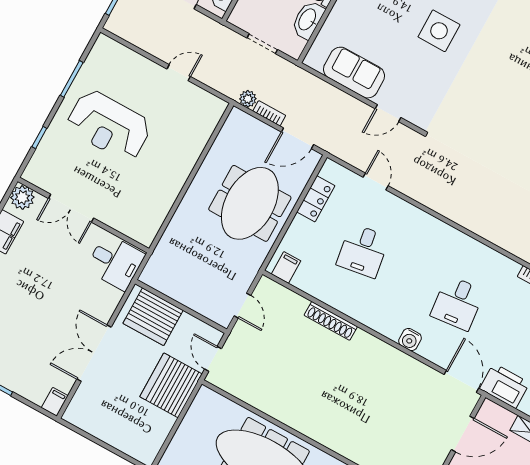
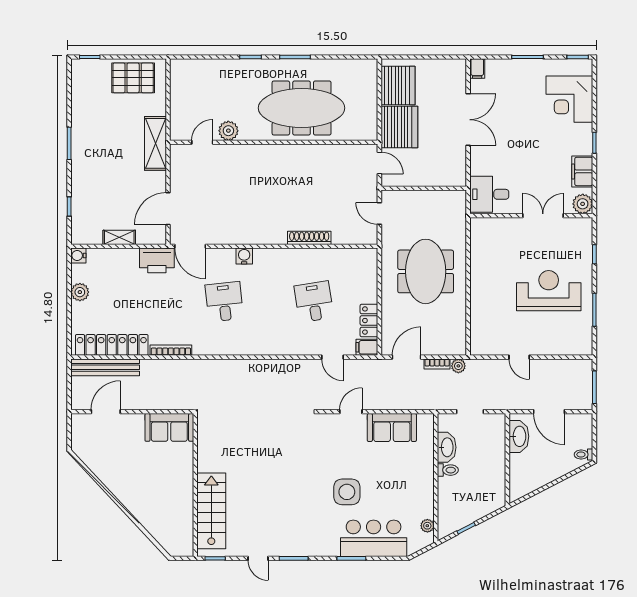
door: (179, 73) -> (519, 357), hinge flipped
meeting table: (250, 203) -> (426, 271), moved
filing cabinet: (286, 267) -> (367, 347), moved, turned 90
server rack: (153, 317) -> (398, 86), moved, turned 90

